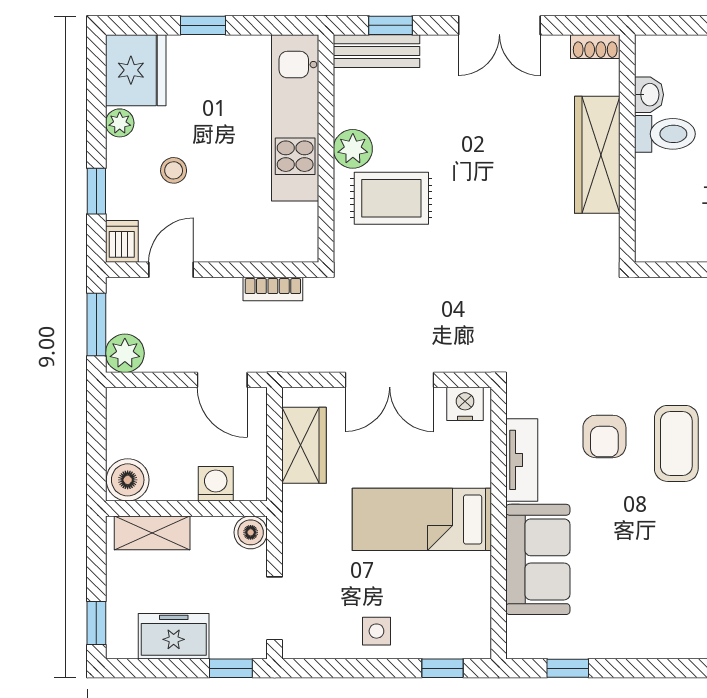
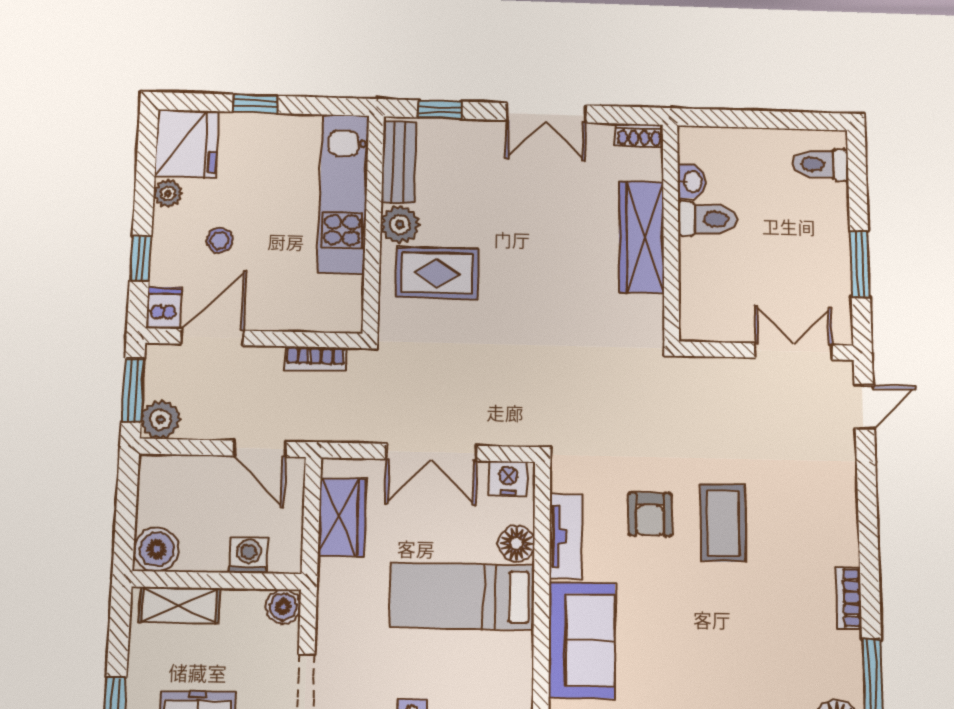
bench: (377, 51) -> (399, 162), moved, turned 90
door: (171, 270) -> (212, 337), width x1.38
floor lamp: (474, 468) -> (516, 544), added

